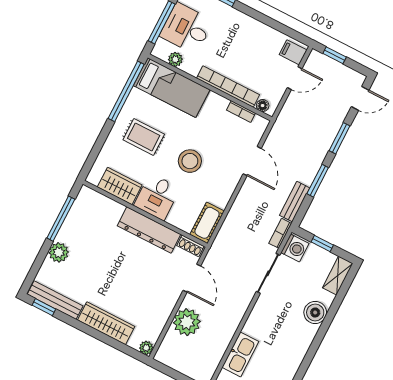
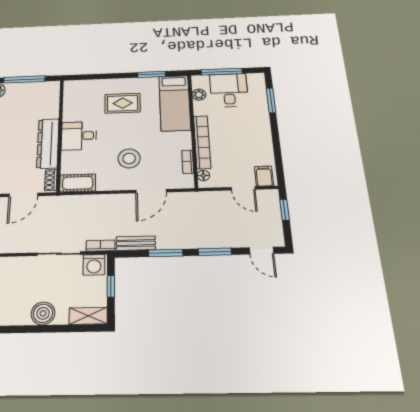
window: (126, 91) -> (151, 74), width x0.47
rug: (144, 137) -> (123, 103), turned 90
stool: (190, 161) -> (129, 158), moved
wardrobe: (120, 186) -> (73, 106), removed

